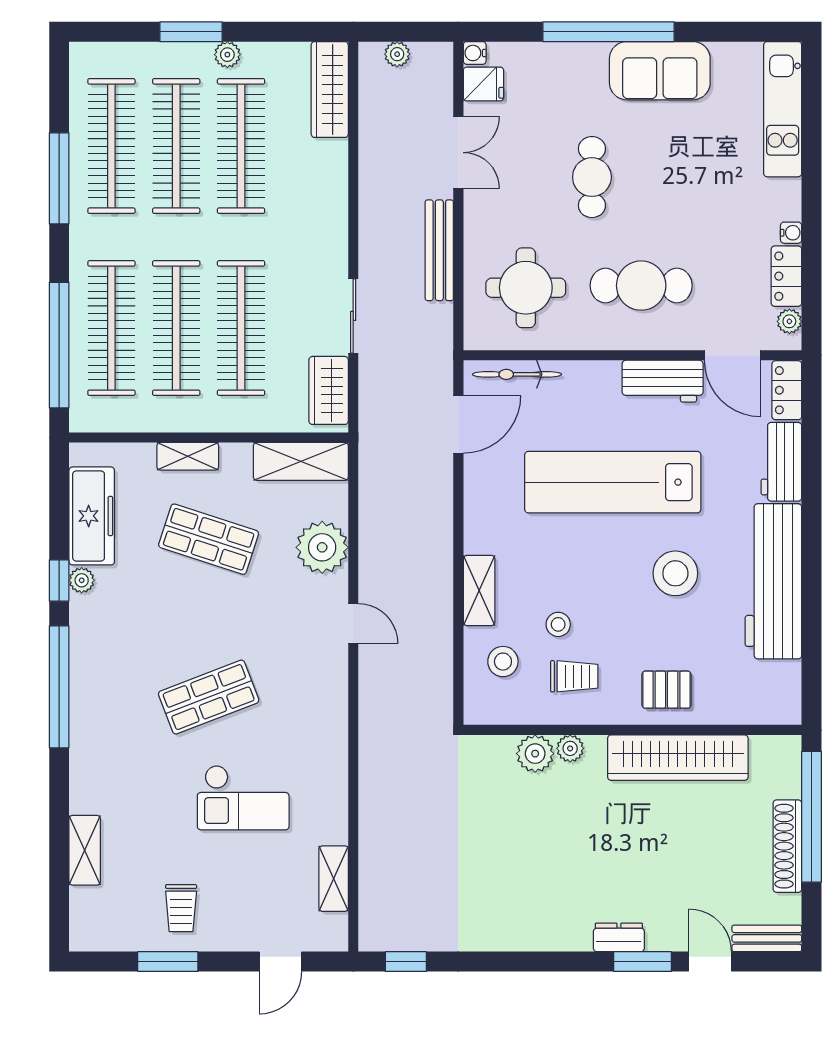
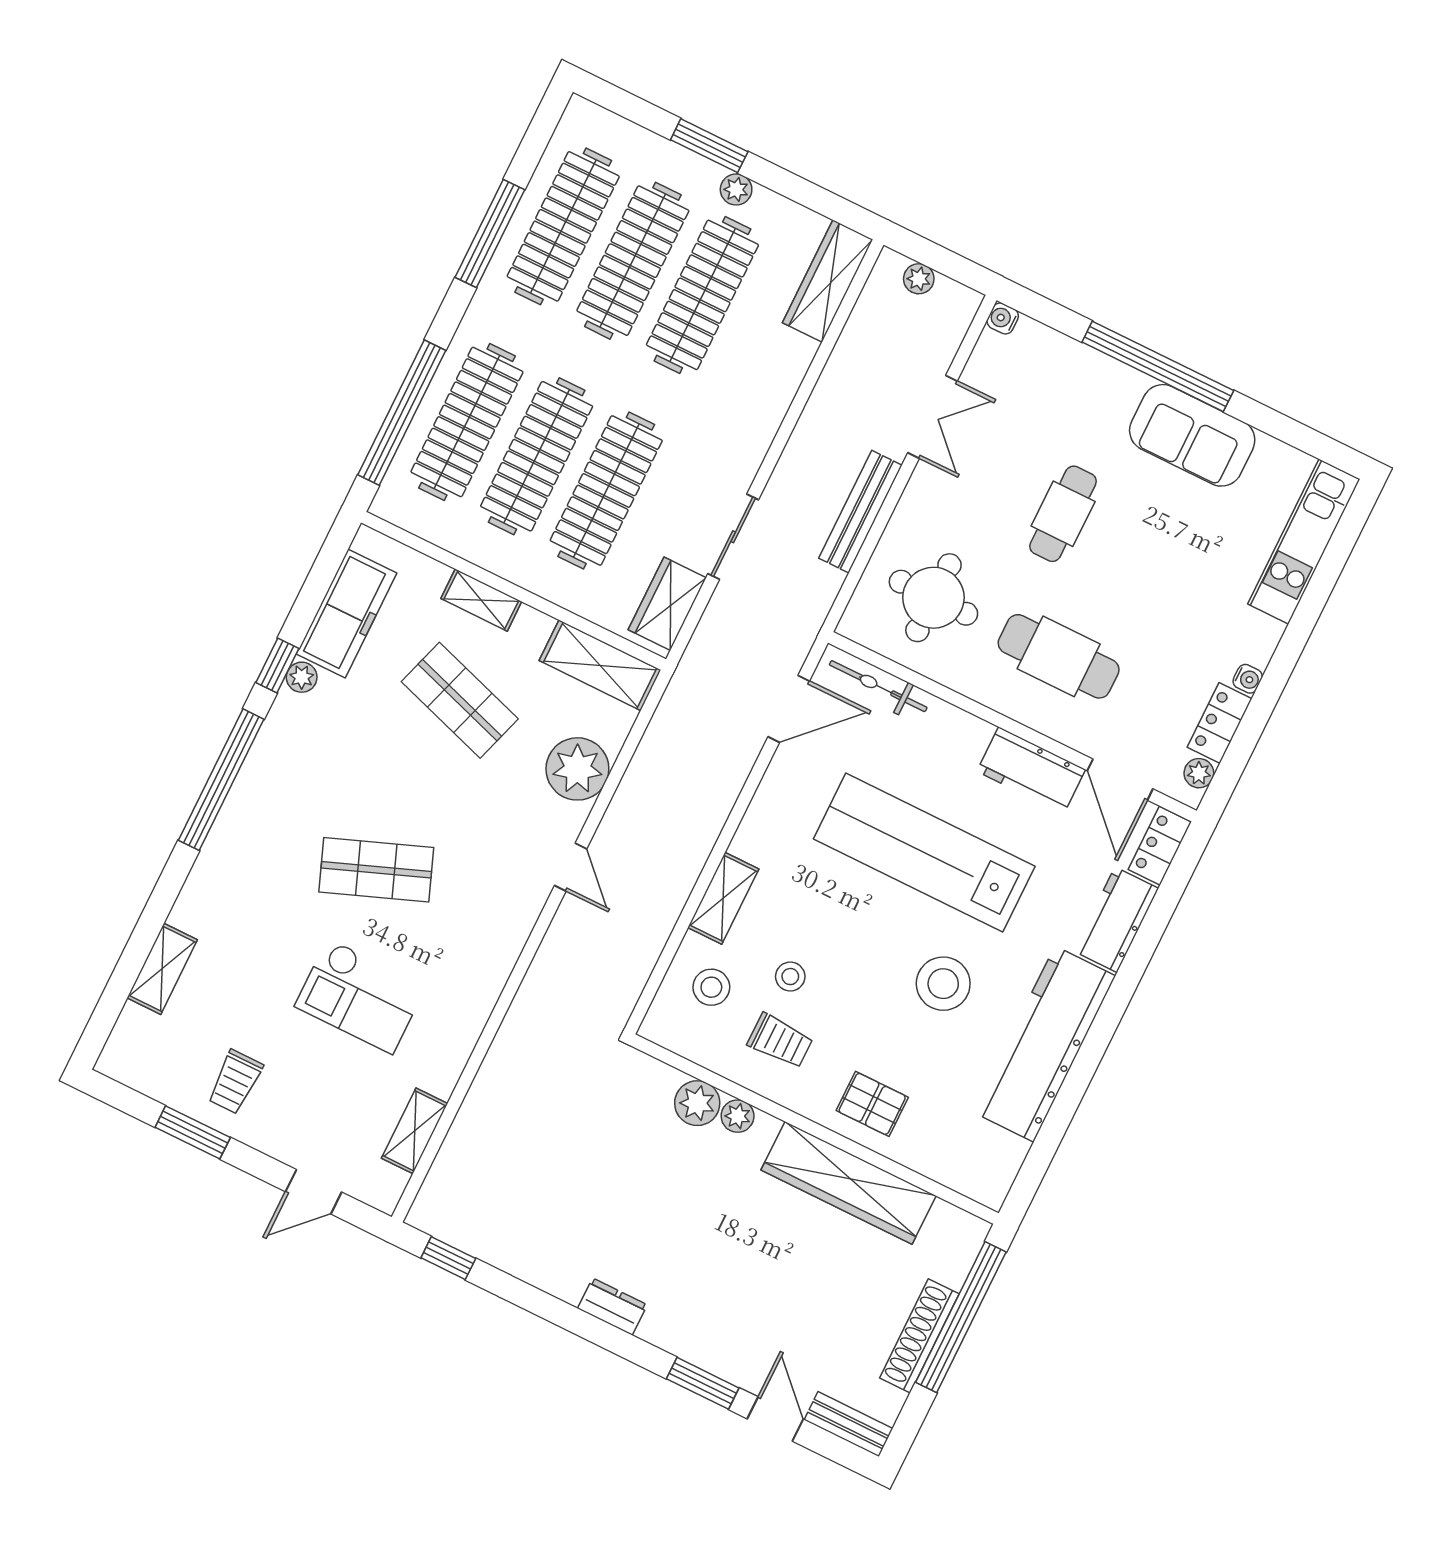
fridge: (483, 84) -> (996, 356), removed
dresser: (619, 937) -> (612, 1307), moved

